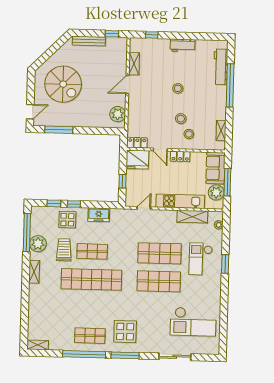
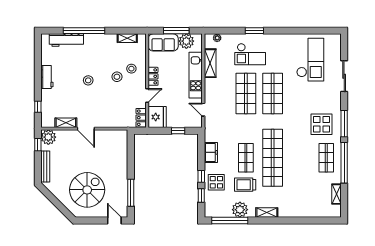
plant: (118, 114) -> (48, 137), moved
shelving: (38, 345) -> (336, 194), moved

